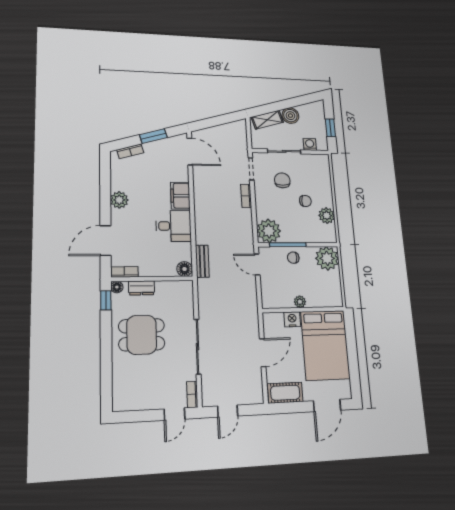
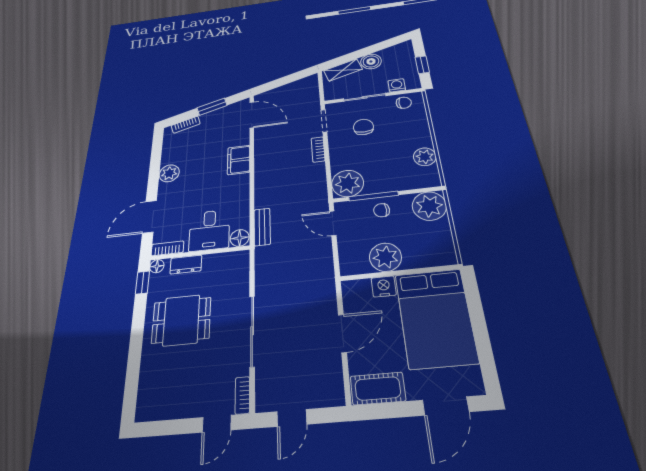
chair: (305, 201) -> (404, 103), moved
desk: (174, 226) -> (209, 230), moved, turned 90
plant: (300, 302) -> (385, 257), width x1.88, depth x1.88

